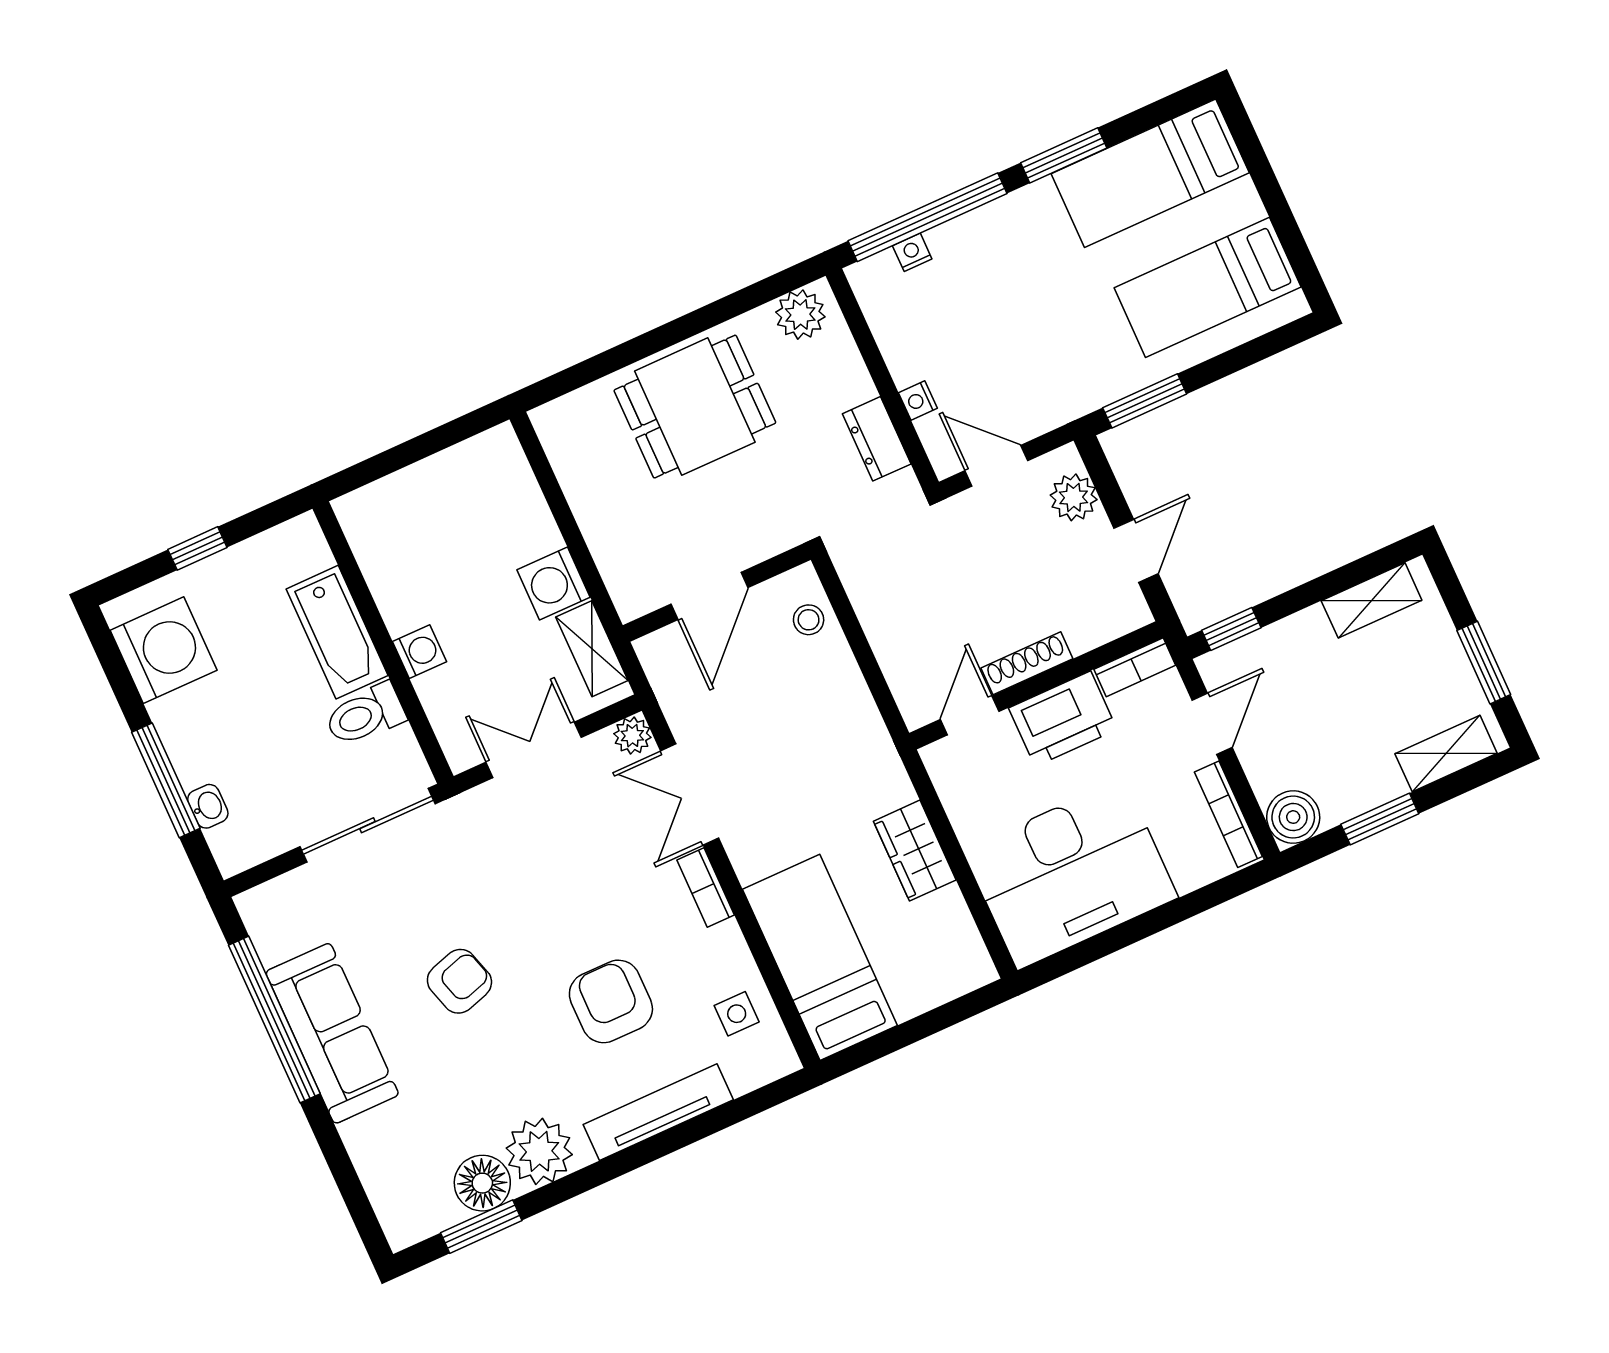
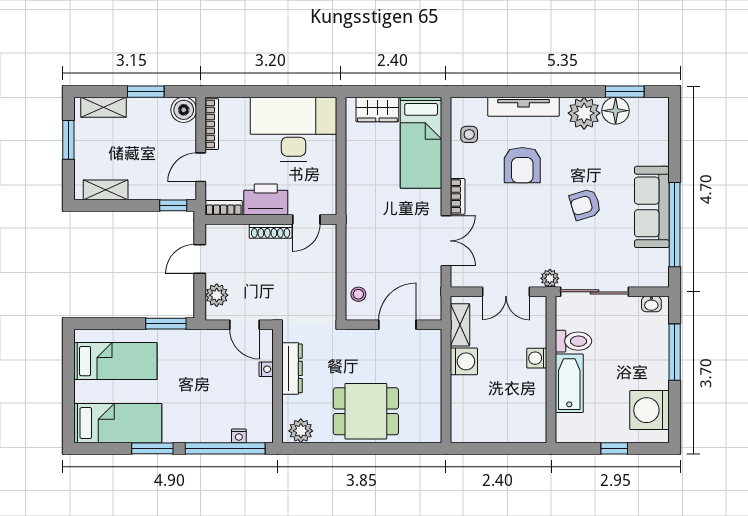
dresser: (877, 439) -> (292, 368), width x1.44
plant: (632, 736) -> (550, 278), moved
washbasin: (208, 806) -> (651, 304), moved, turned -90
wardrobe: (915, 851) -> (377, 109), moved, turned 90

